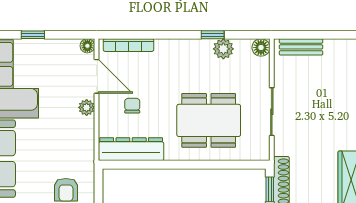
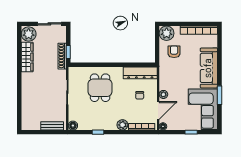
plant: (223, 49) -> (122, 125), moved
door: (97, 76) -> (158, 111), swing flipped
dining table: (209, 120) -> (100, 88), width x0.73

